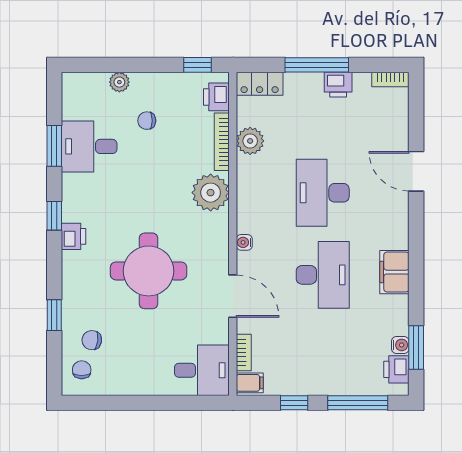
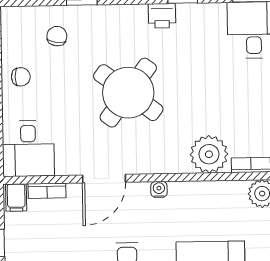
round table: (149, 271) -> (128, 93), turned 37
chair: (82, 370) -> (21, 77), moved

